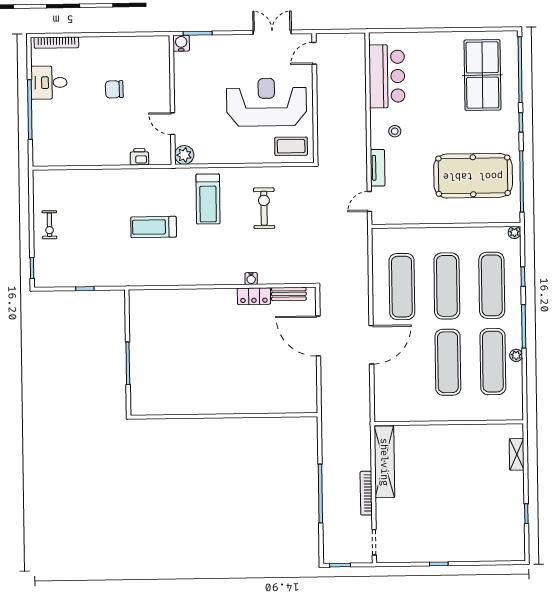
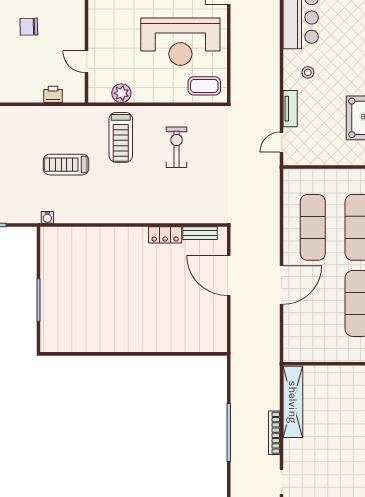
reception desk: (266, 102) -> (180, 42), turned 180
plant: (184, 155) -> (121, 93), moved
water cooler: (251, 279) -> (47, 217), moved

